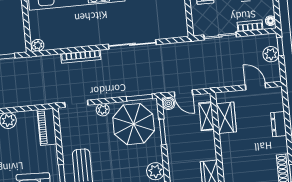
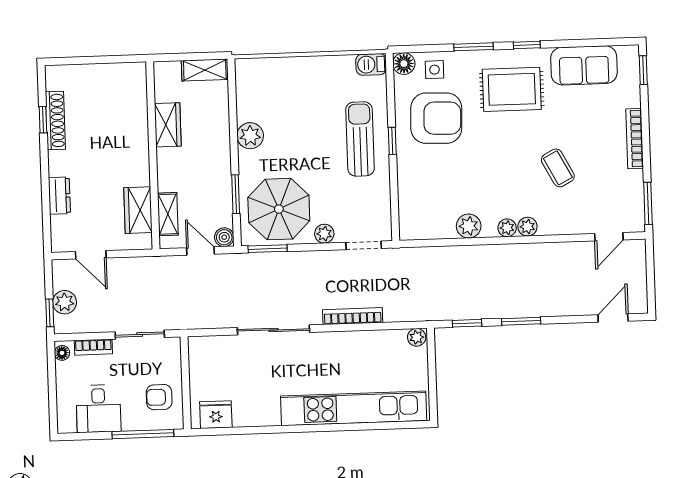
piano: (47, 127) -> (410, 213), removed

